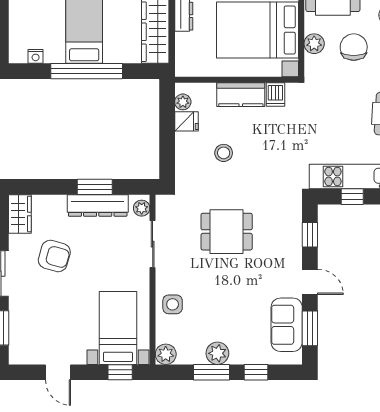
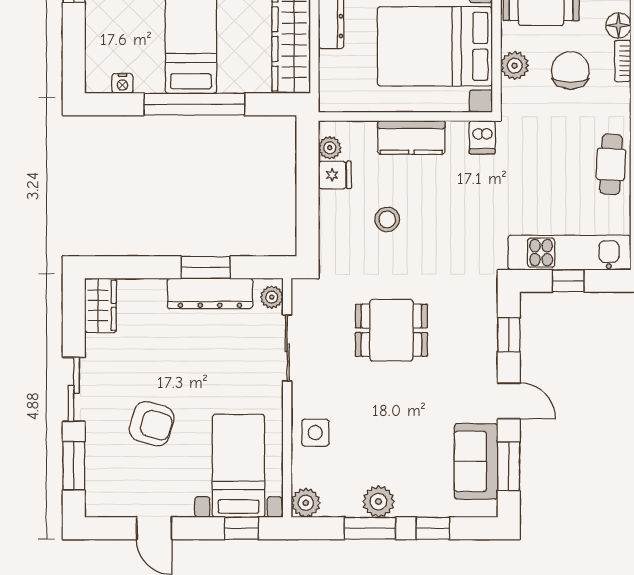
dishwasher: (275, 94) -> (482, 137), moved
armchair: (54, 256) -> (152, 424), moved

